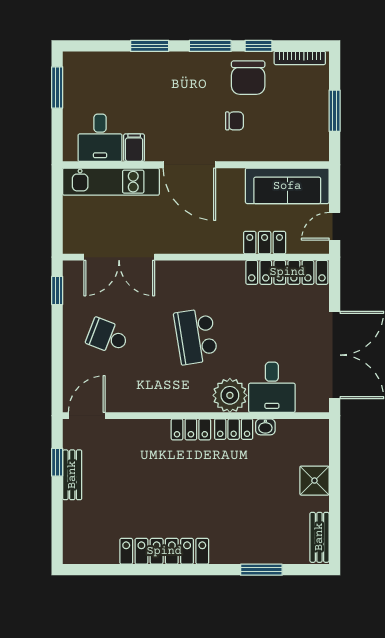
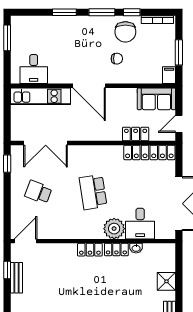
filing cabinet: (134, 148) -> (169, 75), moved
sofa: (287, 186) -> (156, 99), width x0.73

